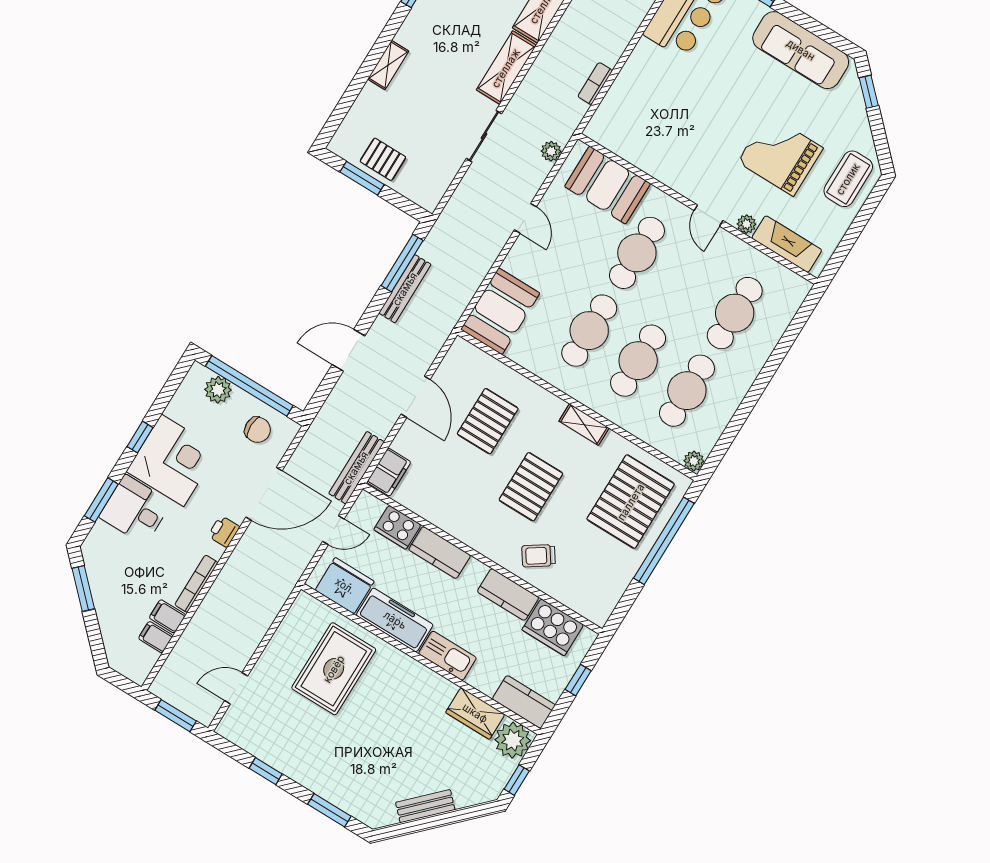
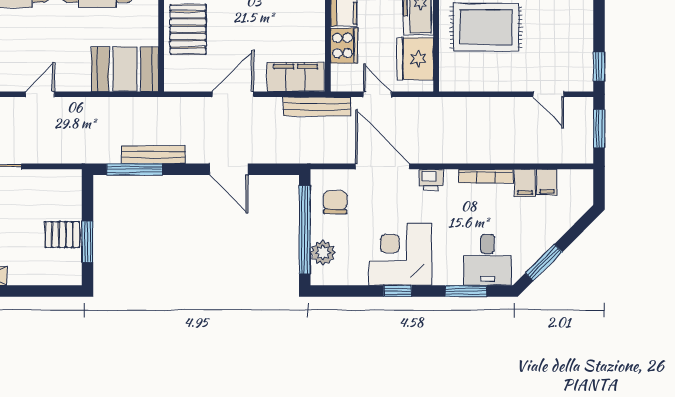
pallet: (383, 159) -> (62, 235), turned 90
pallet: (488, 421) -> (188, 29), moved, turned 90
filing cabinet: (389, 472) -> (296, 77), width x1.50, depth x1.17
desk: (135, 510) -> (488, 260), moved
window: (266, 771) -> (599, 66), moved

